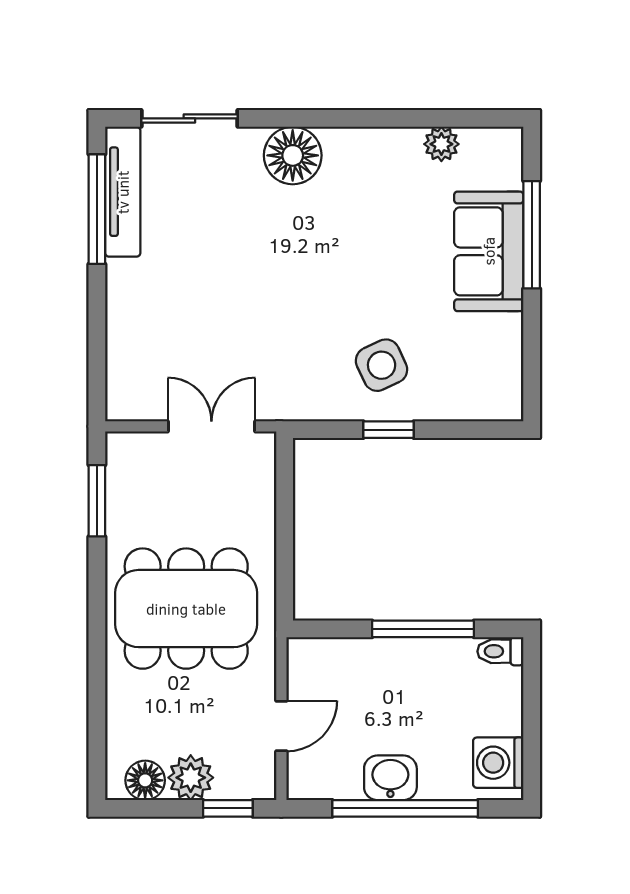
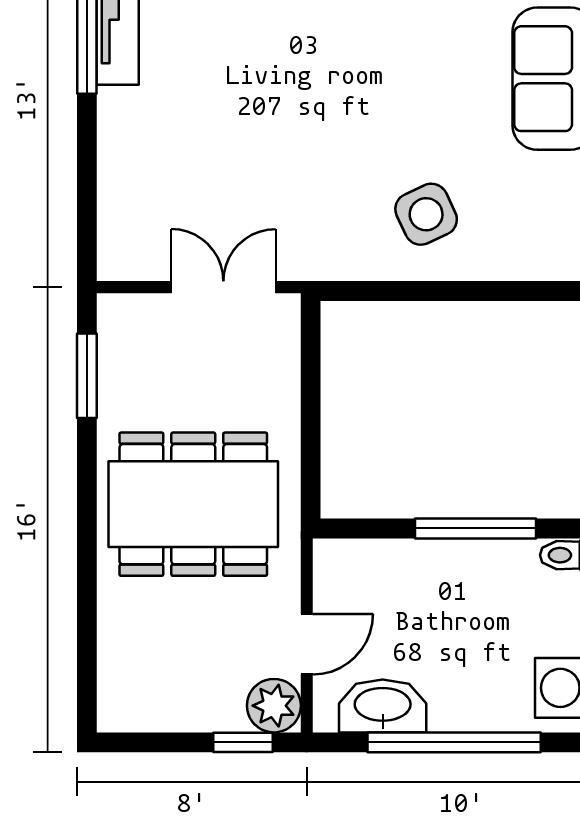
window: (388, 430) -> (434, 291), removed
plant: (191, 778) -> (274, 706), moved
washbasin: (390, 778) -> (383, 706), moved, width x1.38
floor lamp: (145, 780) -> (144, 709), removed

